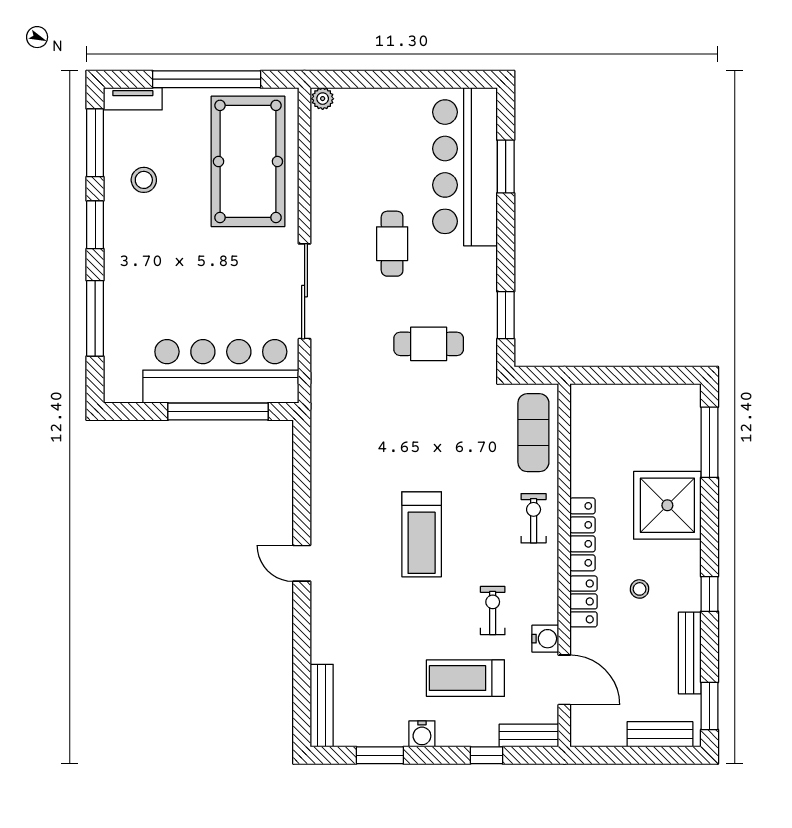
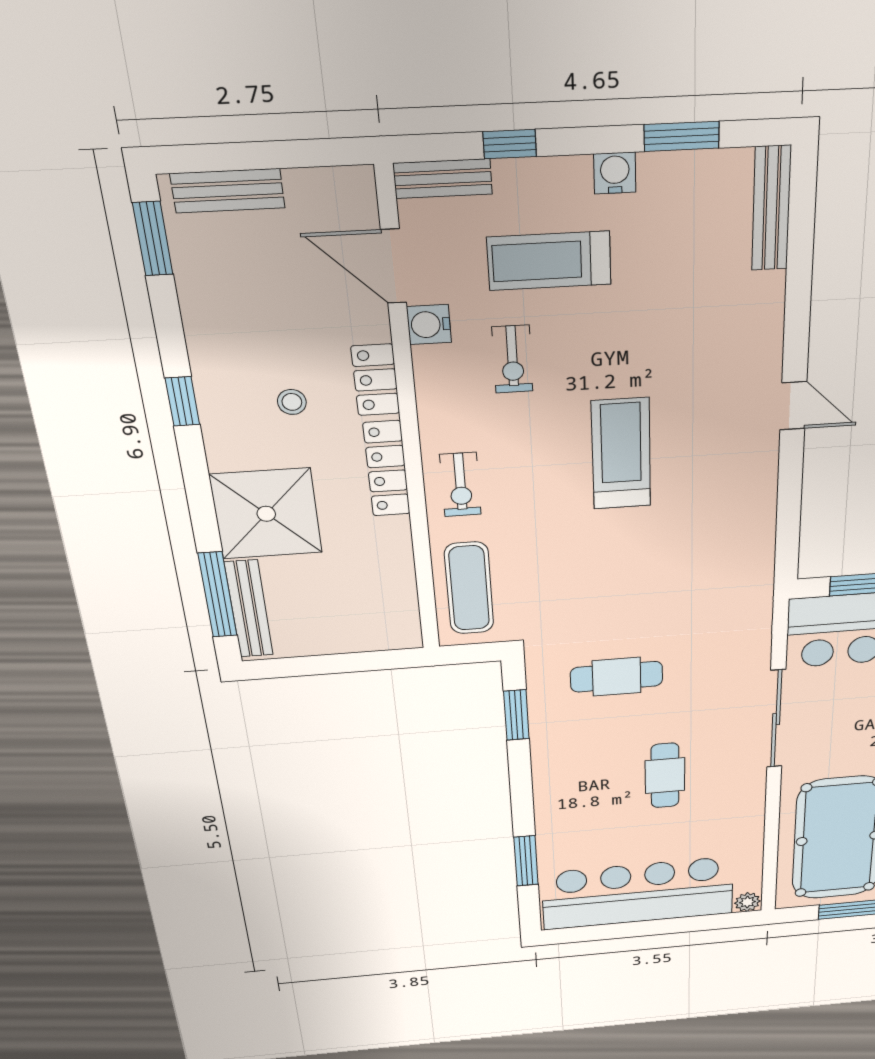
bar counter: (465, 167) -> (638, 893), moved, turned -90
bench: (690, 653) -> (249, 609), moved
treadmill: (465, 678) -> (549, 261), turned 180

